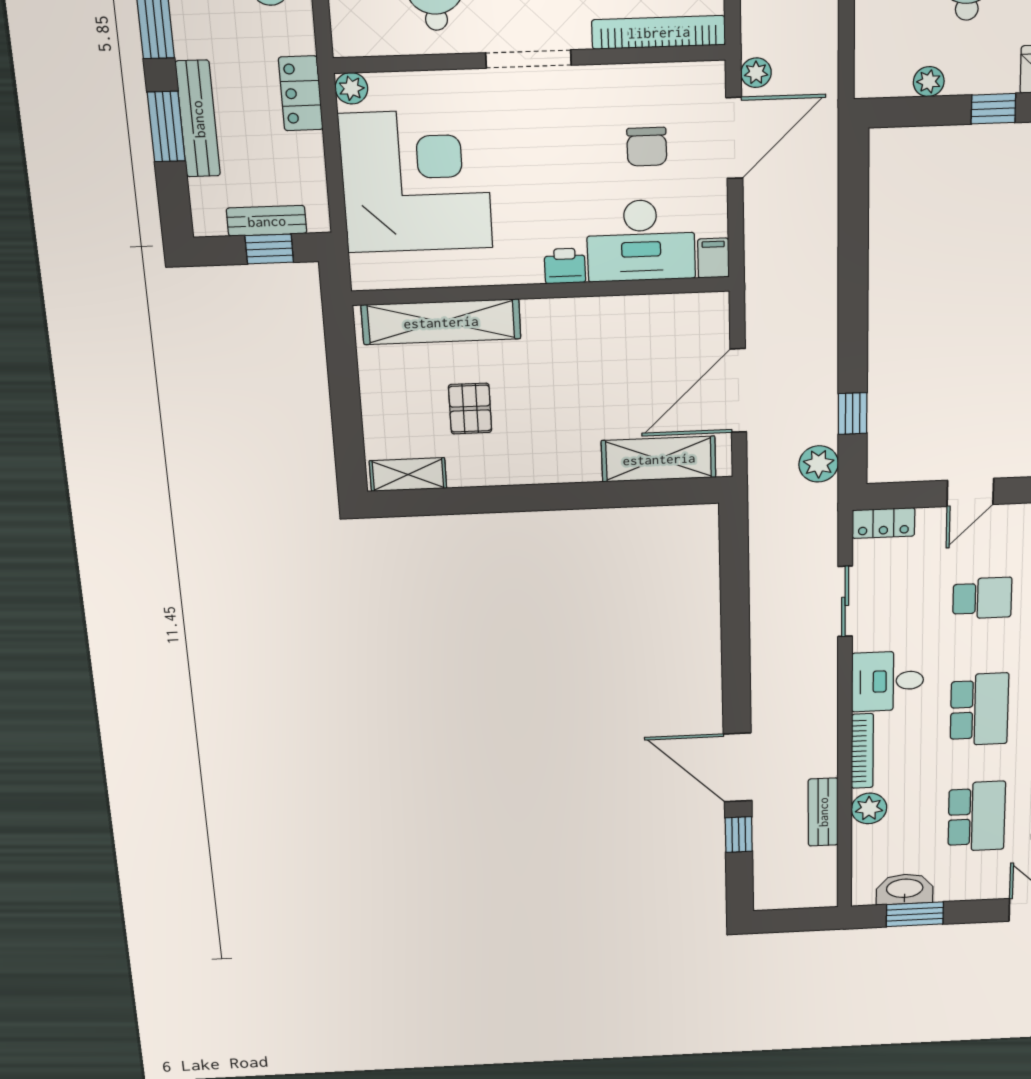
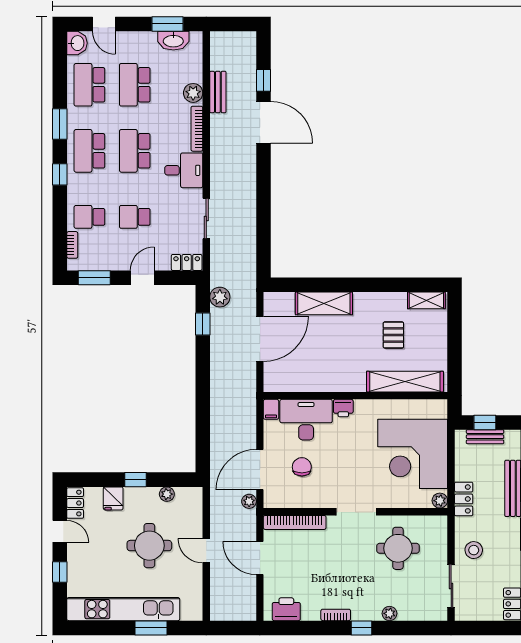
shelving: (659, 459) -> (324, 303), moved

